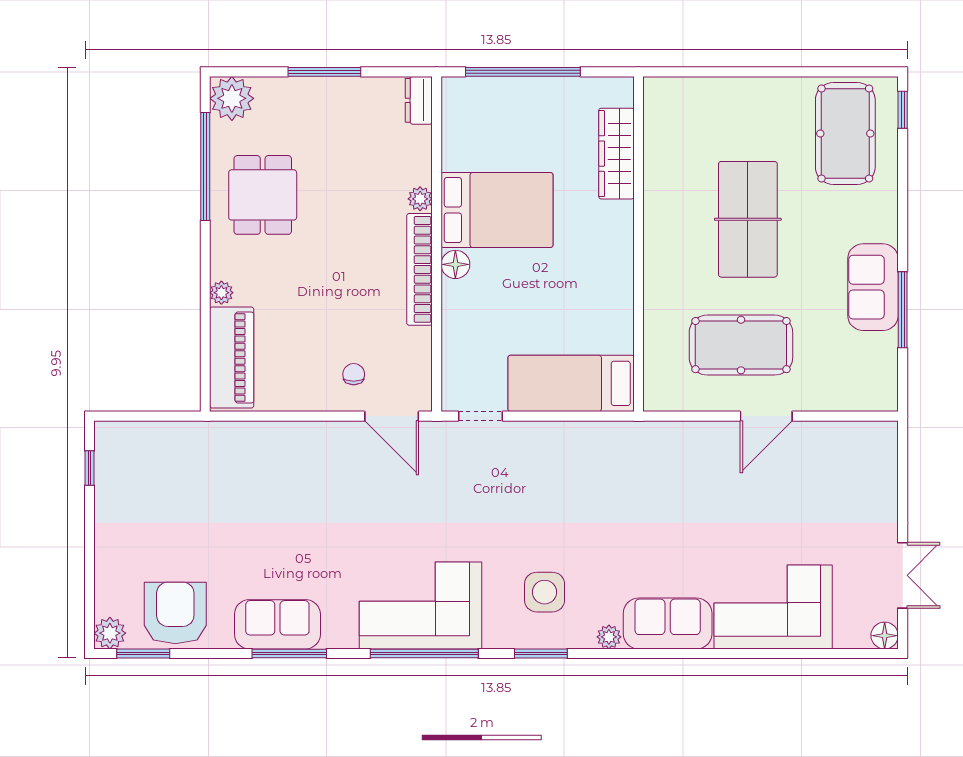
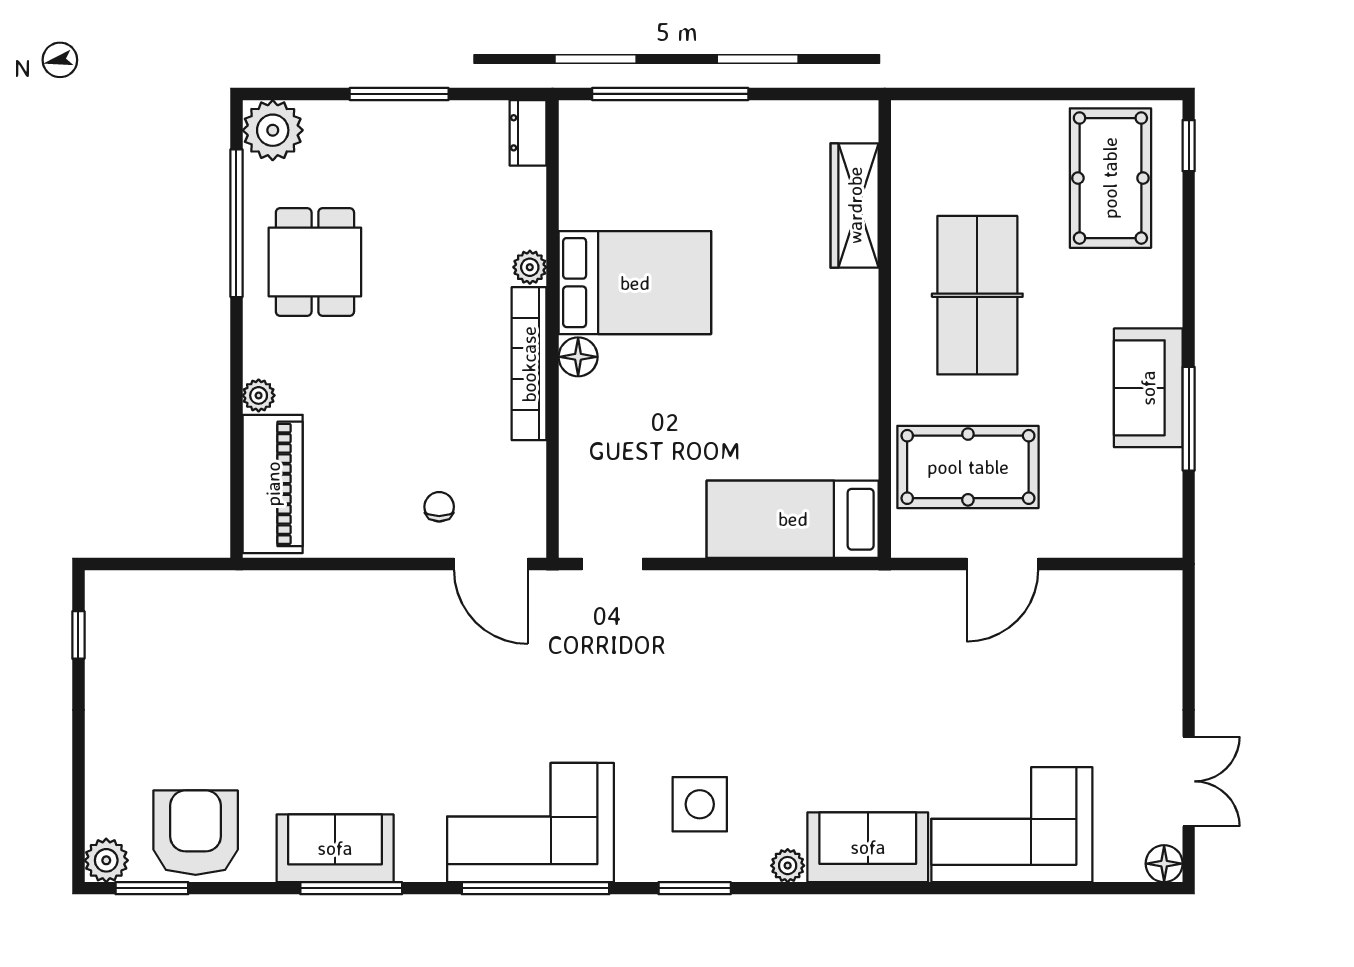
wardrobe: (616, 154) -> (855, 205), moved
wall: (638, 244) -> (885, 329), moved
bed: (571, 383) -> (793, 519), moved

